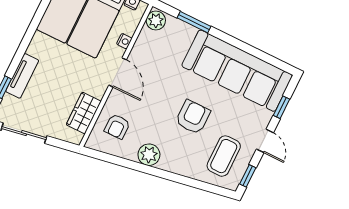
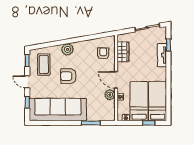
plant: (156, 20) -> (110, 95), moved
armchair: (193, 117) -> (68, 76), turned 90
plant: (149, 155) -> (67, 49), moved

